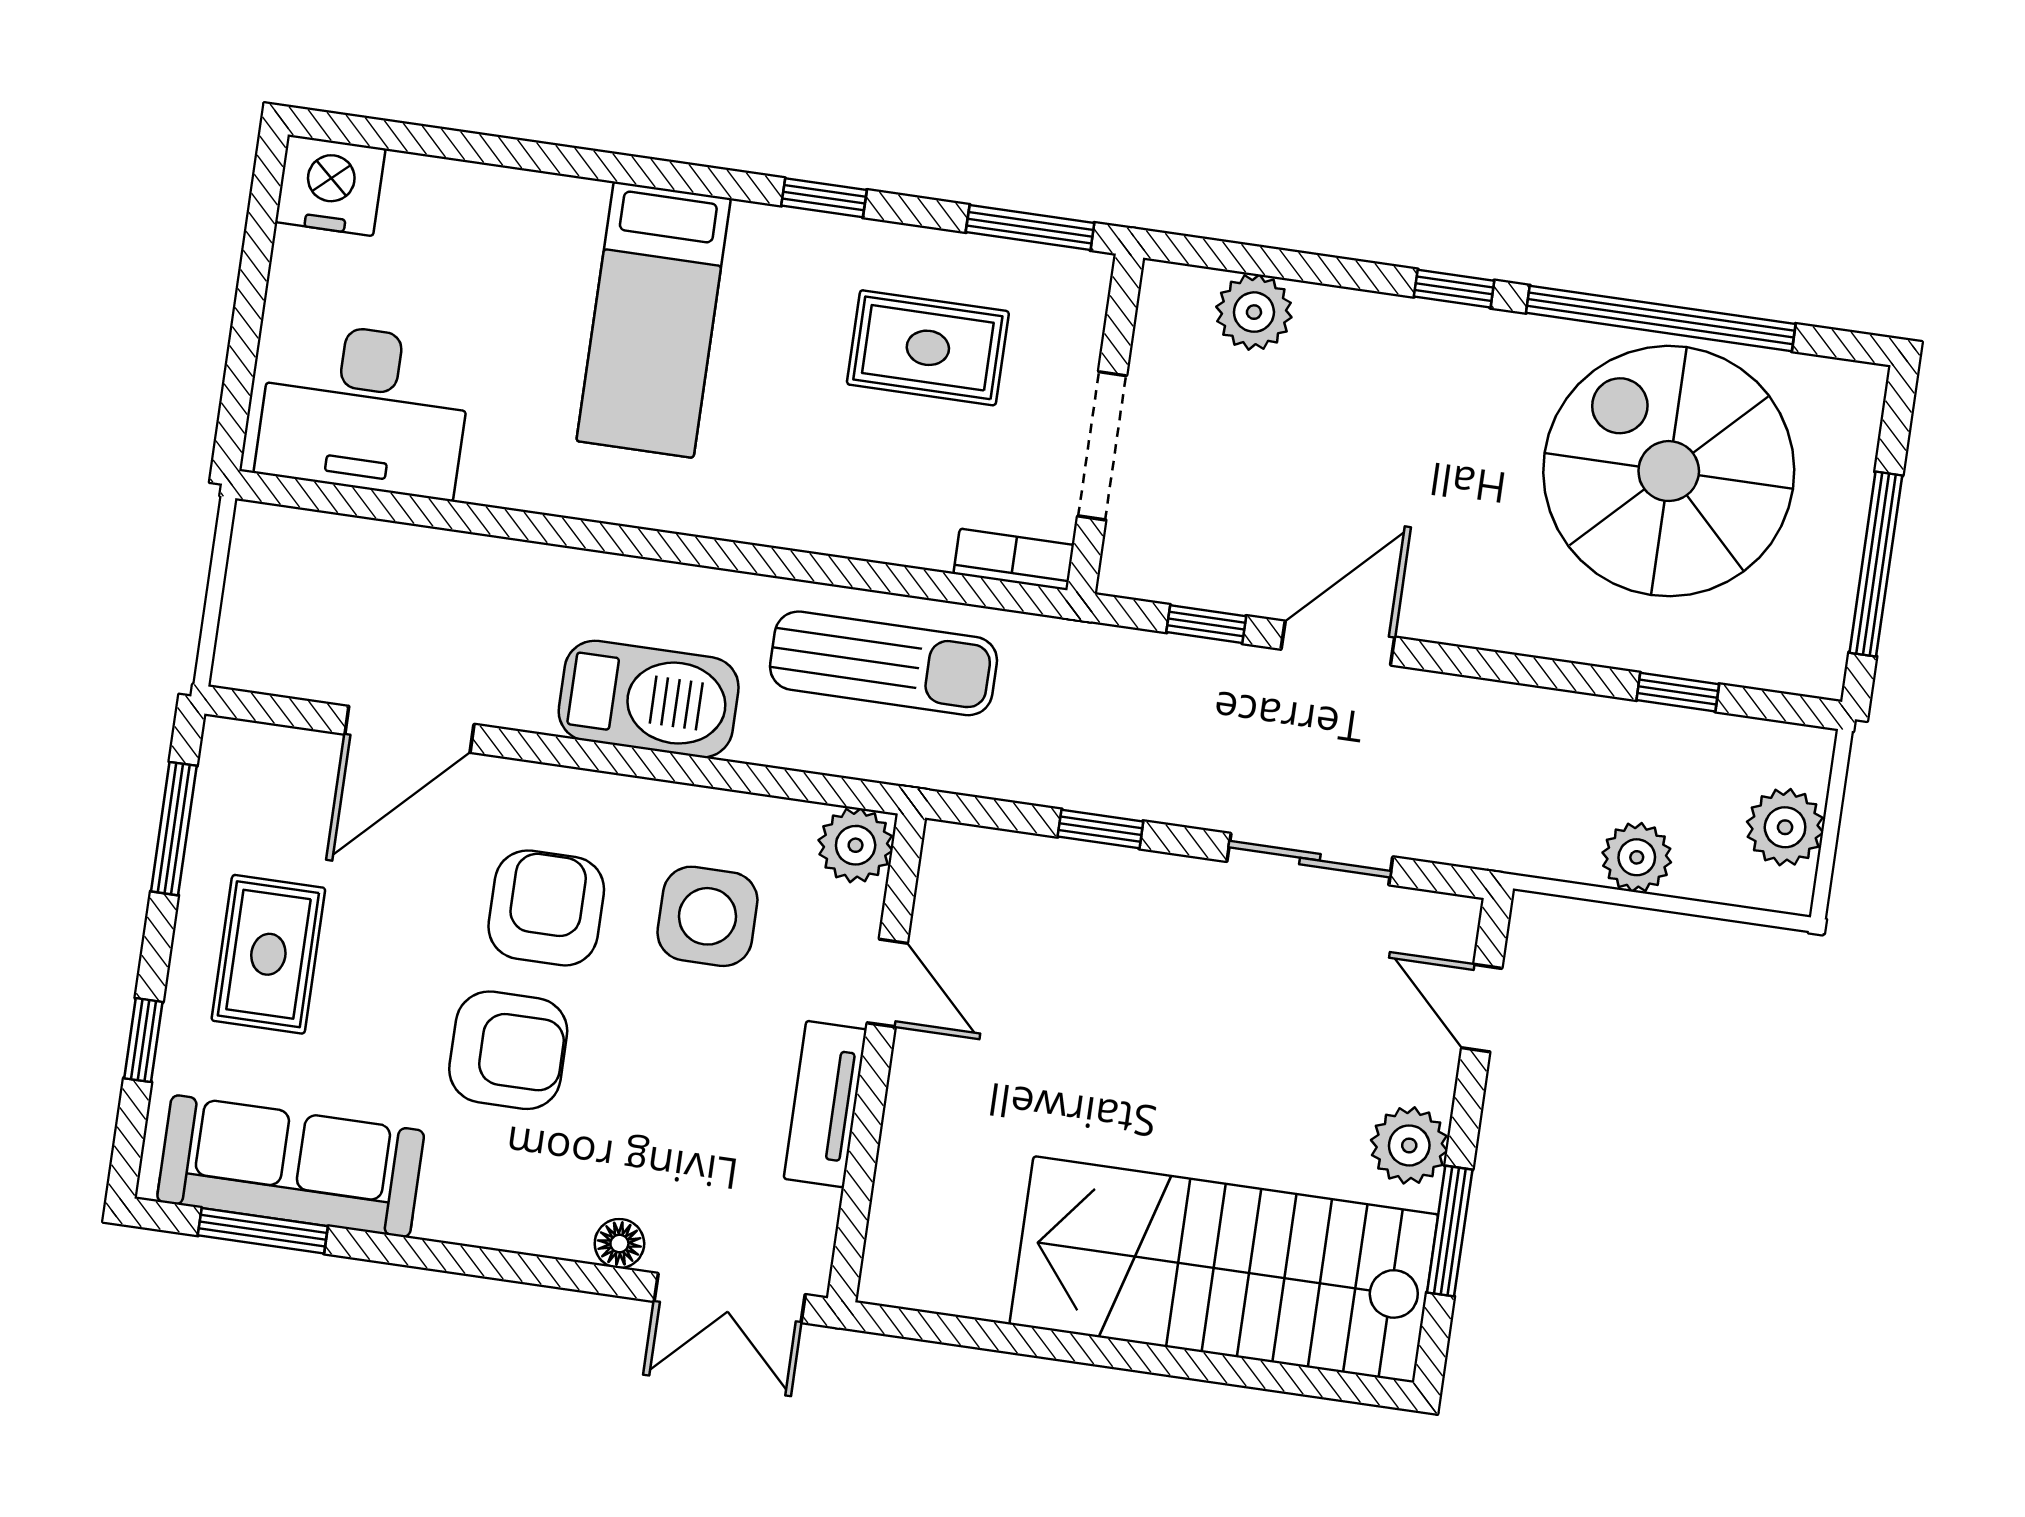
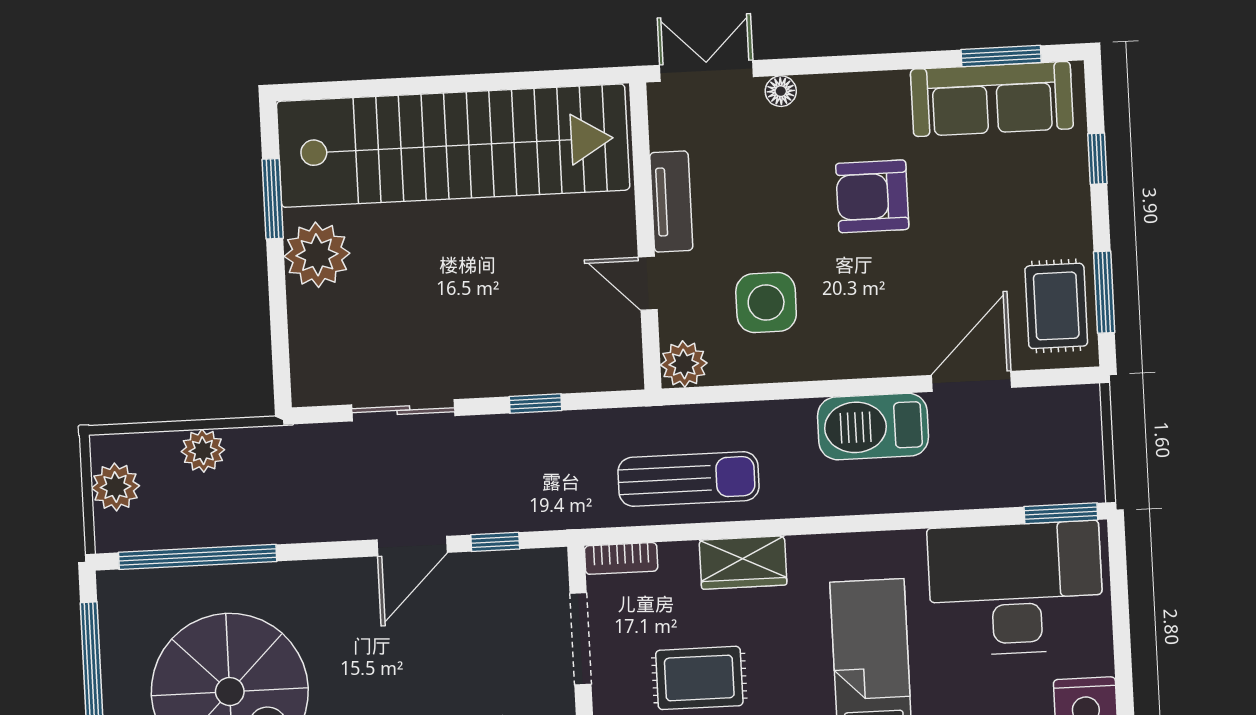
desk: (364, 409) -> (1016, 588), width x1.36, depth x1.30
window: (310, 495) -> (1061, 513), added
wardrobe: (824, 515) -> (743, 563), added
sun lounger: (883, 663) -> (689, 479), turned 180
window: (1678, 692) -> (198, 557), width x3.17
barbecue: (649, 699) -> (873, 427), moved
armchair: (546, 908) -> (866, 288), removed
rug: (268, 954) -> (1056, 306), moved
door: (1482, 1008) -> (280, 339), removed
plant: (1409, 1145) -> (317, 255), width x1.36, depth x1.36
stairs: (1224, 1269) -> (453, 146), width x1.36

